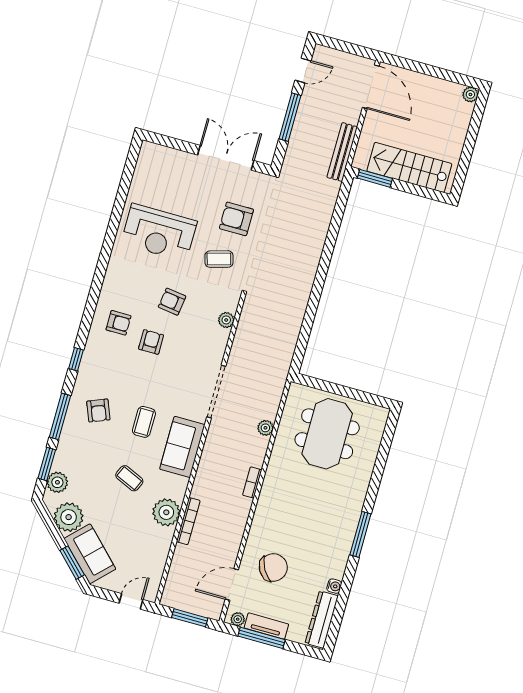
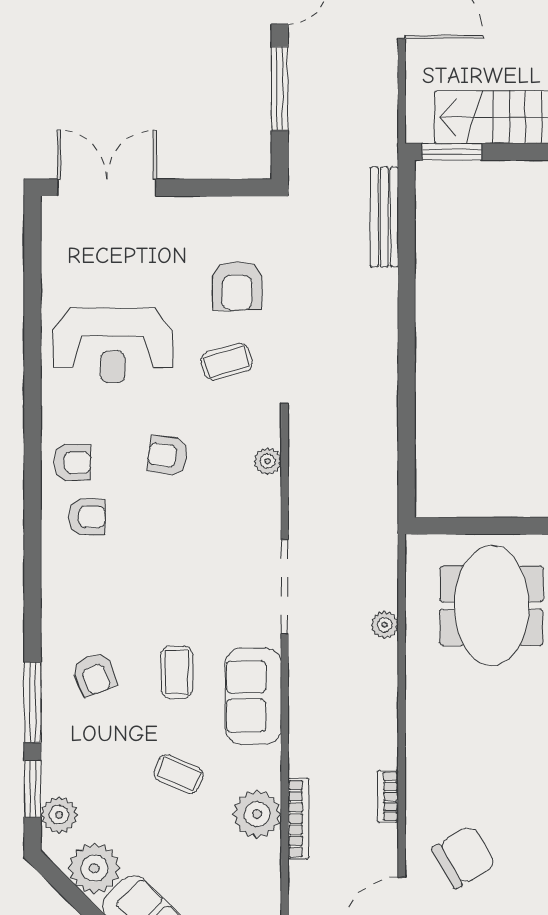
bench: (342, 152) -> (384, 217), moved
double door: (226, 158) -> (107, 188), moved
armchair: (236, 219) -> (237, 286), turned -90
armchair: (151, 342) -> (72, 462), moved, turned 90
window: (76, 359) -> (33, 598), removed
bookcase: (252, 482) -> (388, 796), moved

